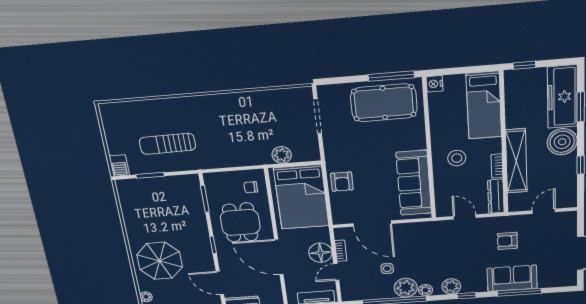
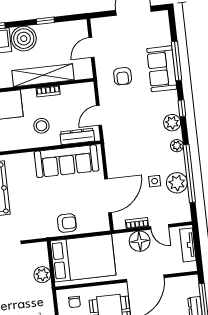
dresser: (496, 196) -> (77, 136), moved, turned 180
door: (544, 211) -> (91, 47), hinge flipped
plant: (406, 288) -> (177, 183), moved

